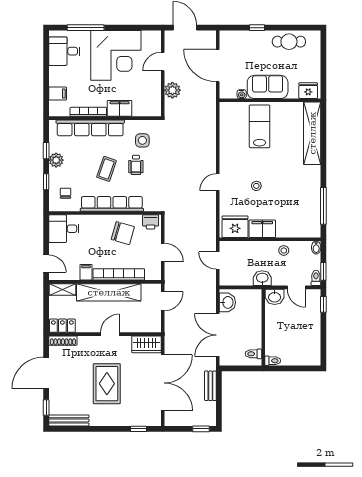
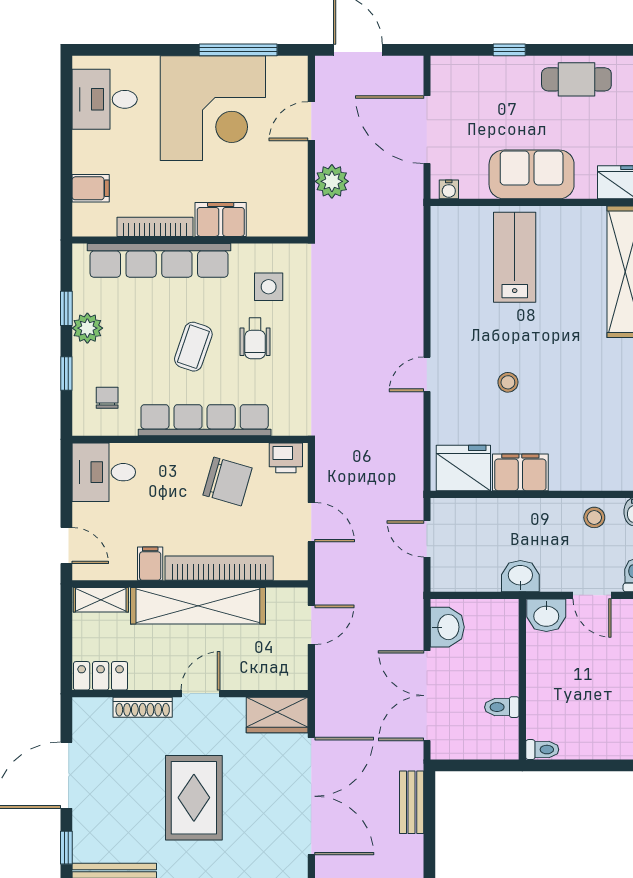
window: (86, 28) -> (238, 50), moved
water cooler: (242, 94) -> (449, 189), moved
stool: (284, 250) -> (594, 517), moved
shoe rack: (63, 341) -> (143, 707), moved
toilet: (253, 354) -> (502, 707), moved

